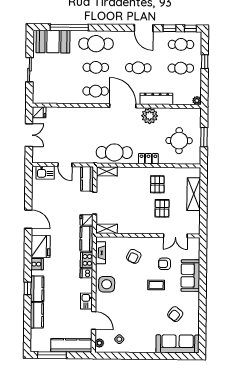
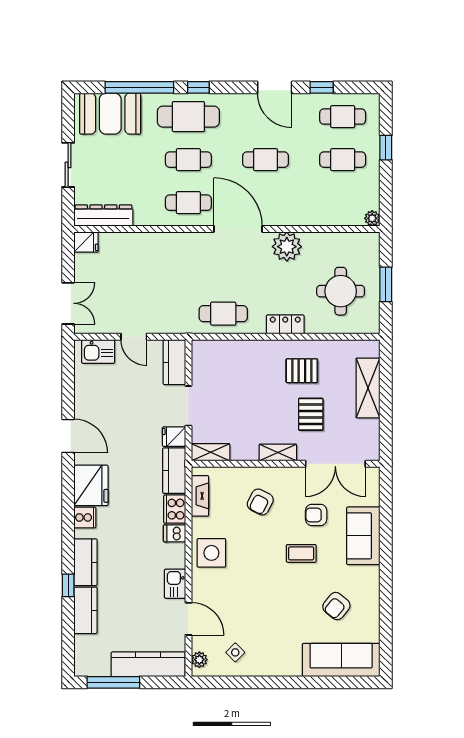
window: (190, 28) -> (198, 87), moved
dresser: (156, 99) -> (103, 215), moved
double door: (29, 135) -> (68, 303), moved
cafe table: (114, 152) -> (223, 314), width x0.73, depth x0.74
shelving: (107, 171) -> (278, 452), moved
pallet: (157, 184) -> (302, 371), turned 90
double door: (175, 236) -> (335, 464), width x1.37
window: (28, 288) -> (68, 585), moved

